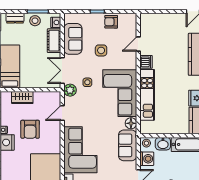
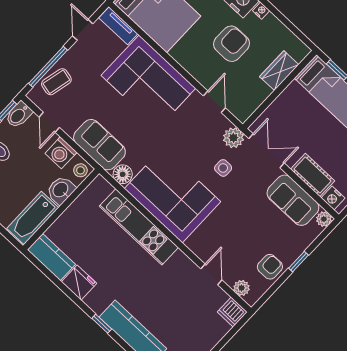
plant: (68, 18) -> (324, 219), added
plant: (132, 25) -> (242, 288), added
side table: (101, 50) -> (246, 221), removed
dishwasher: (146, 62) -> (232, 312), moved
armchair: (30, 129) -> (231, 44), turned 90

